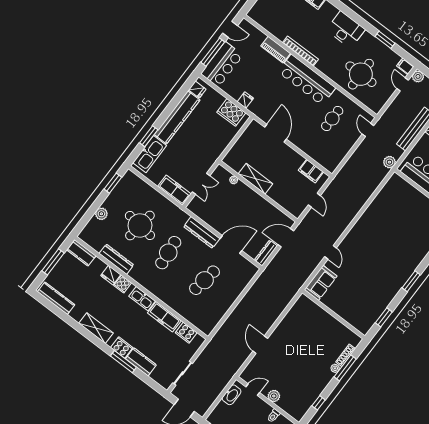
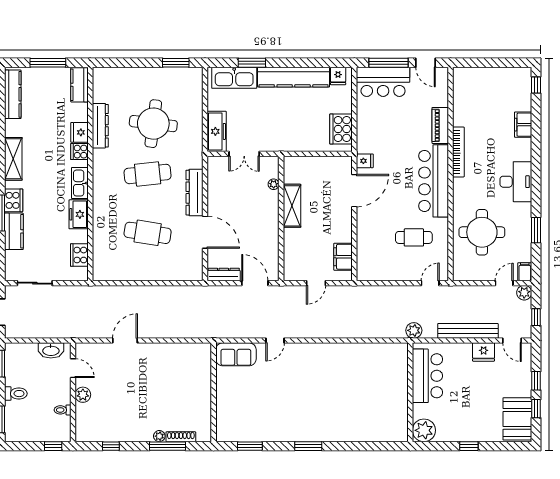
fridge: (245, 100) -> (365, 161), moved
plant: (101, 214) -> (135, 75), removed
freezer: (164, 317) -> (79, 214), width x0.71

